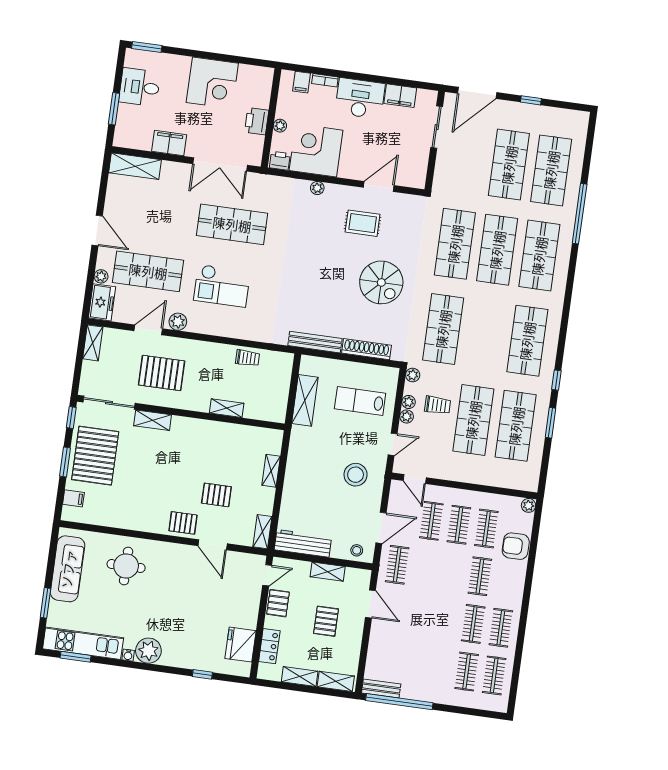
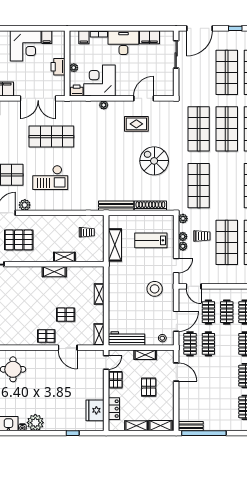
filing cabinet: (246, 74) -> (47, 37), added
spiral stairs: (381, 282) -> (154, 161), turned 180
trolley: (248, 358) -> (87, 232), moved
shelving: (153, 420) -> (54, 272), moved
clothes rail: (425, 569) -> (208, 344), added

